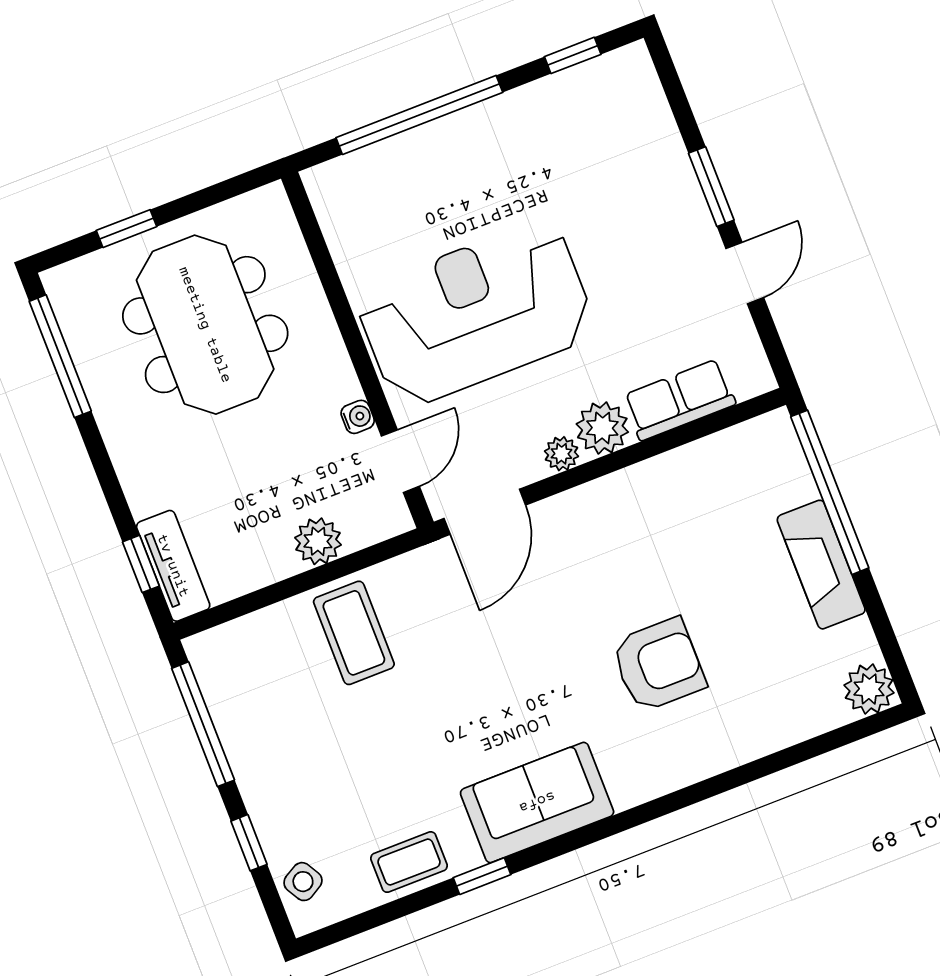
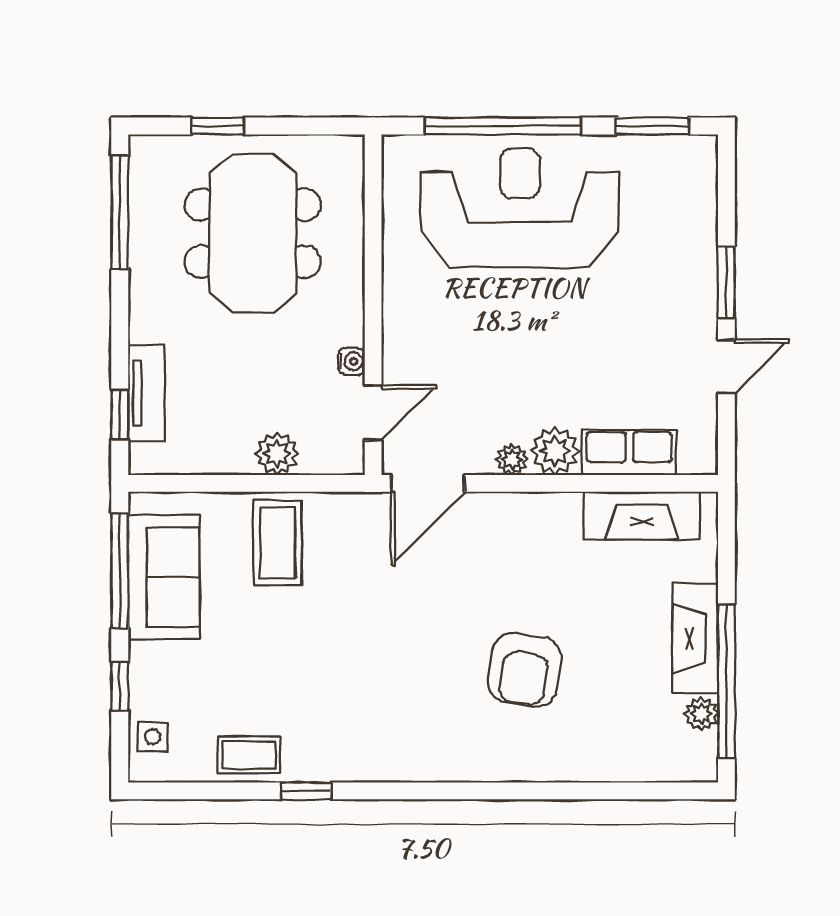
window: (573, 55) -> (652, 126), width x1.50
reception desk: (476, 314) -> (520, 208), moved
fireplace: (717, 459) -> (642, 516), added
window: (830, 492) -> (726, 681), moved
tv unit: (173, 566) -> (146, 393), moved
armchair: (658, 665) -> (525, 670), turned 99
plant: (869, 689) -> (701, 714), moved, width x0.73, depth x0.73
sofa: (537, 802) -> (164, 577), moved, turned 90
side table: (303, 882) -> (153, 737), turned 30

